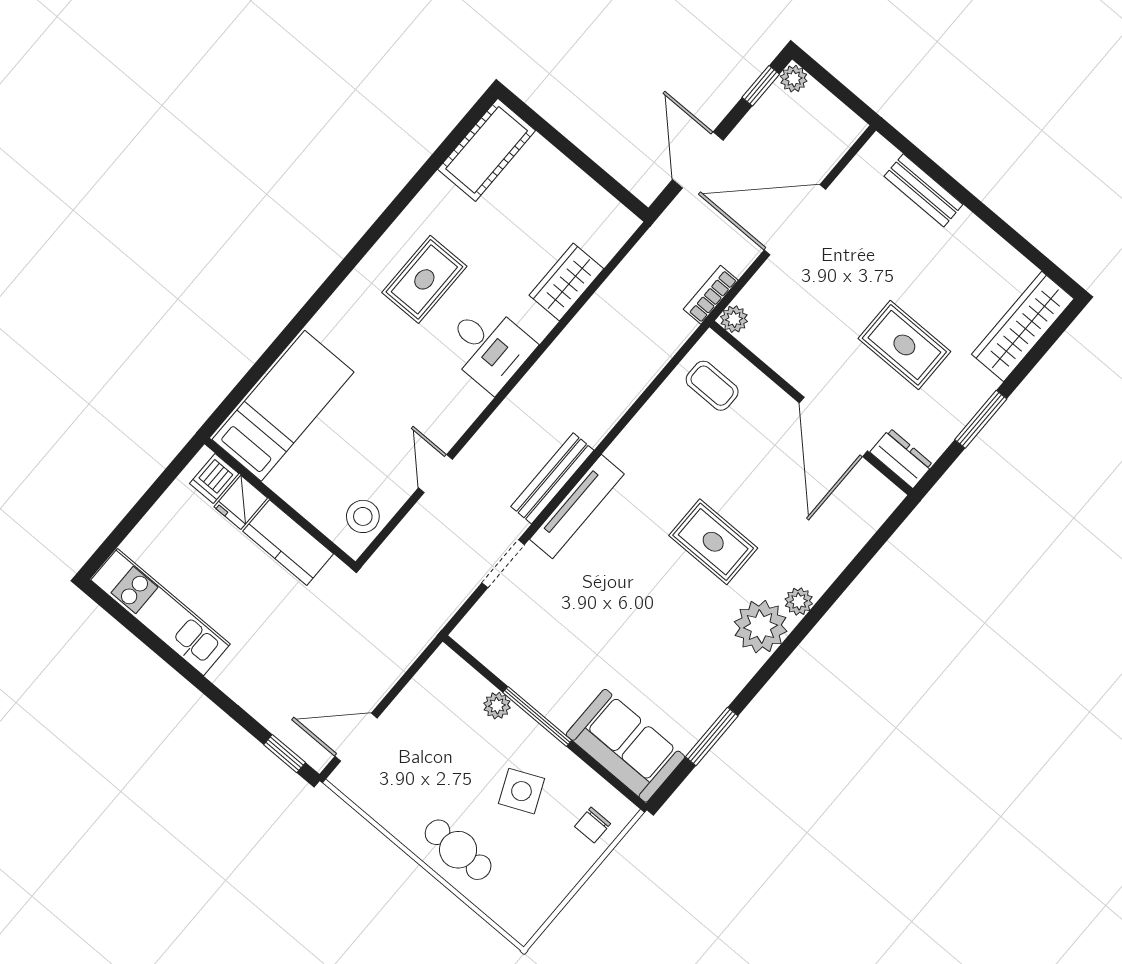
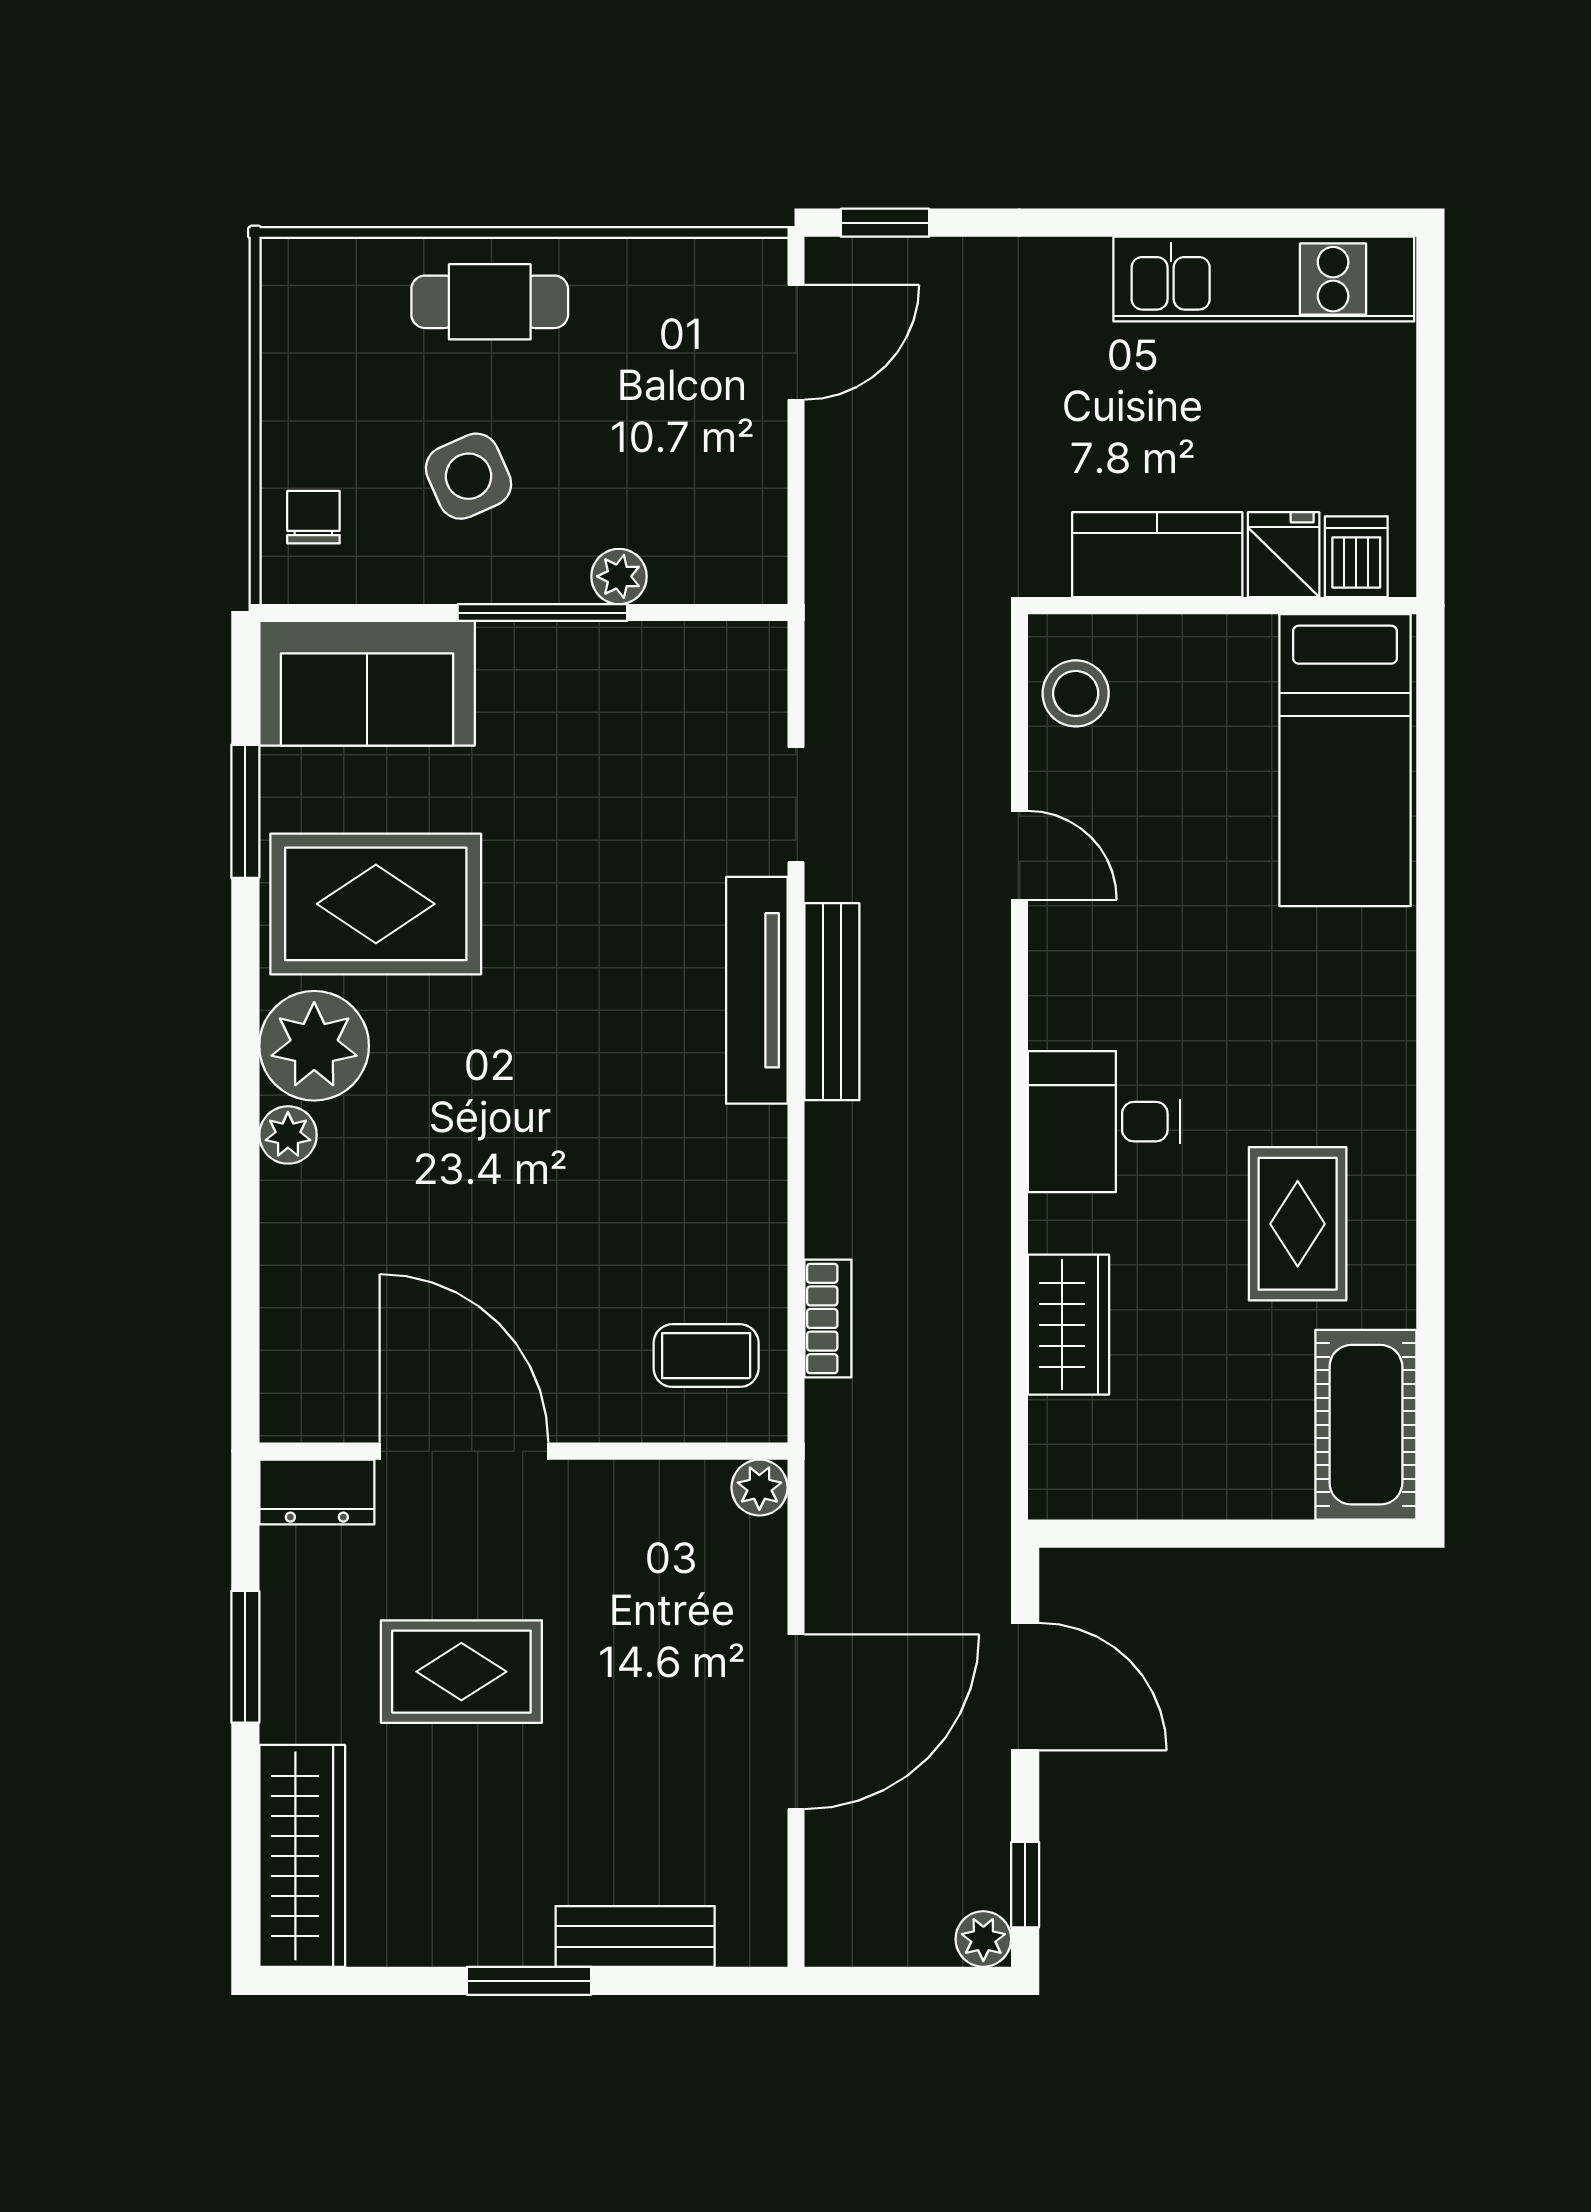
window: (977, 207) -> (529, 1981), added
rug: (424, 279) -> (1298, 1224), moved
bookcase: (711, 295) -> (828, 1318), moved
rug: (713, 542) -> (376, 904), moved, width x1.36, depth x1.43

